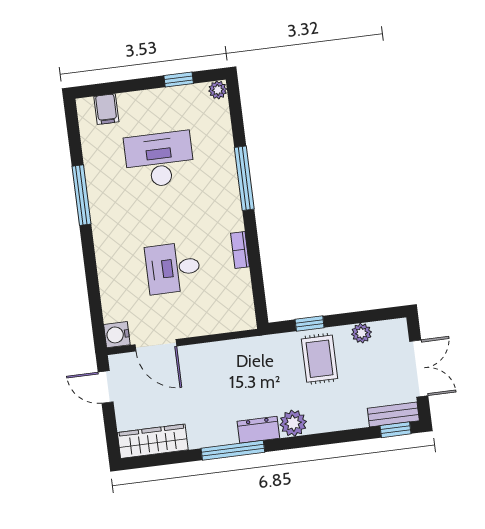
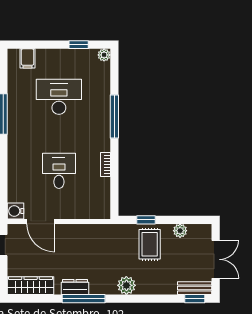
desk: (173, 268) -> (59, 171), turned 90
dresser: (258, 430) -> (75, 287), moved

